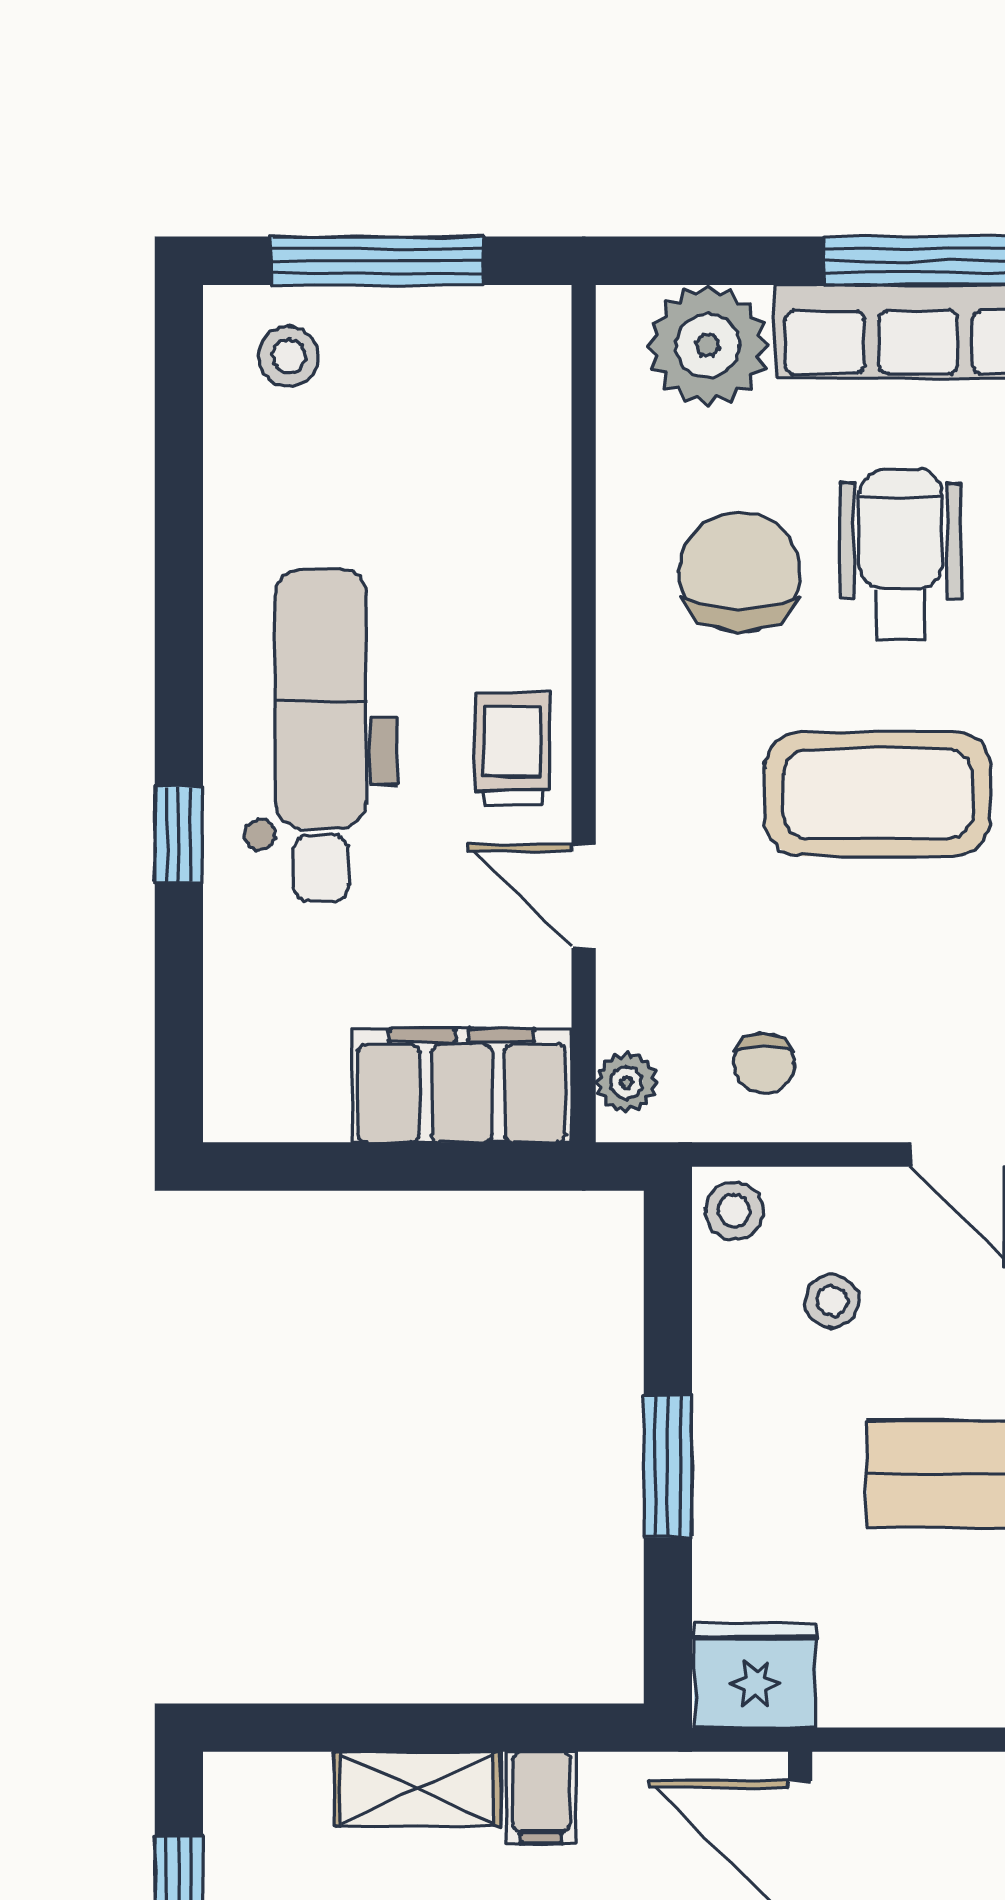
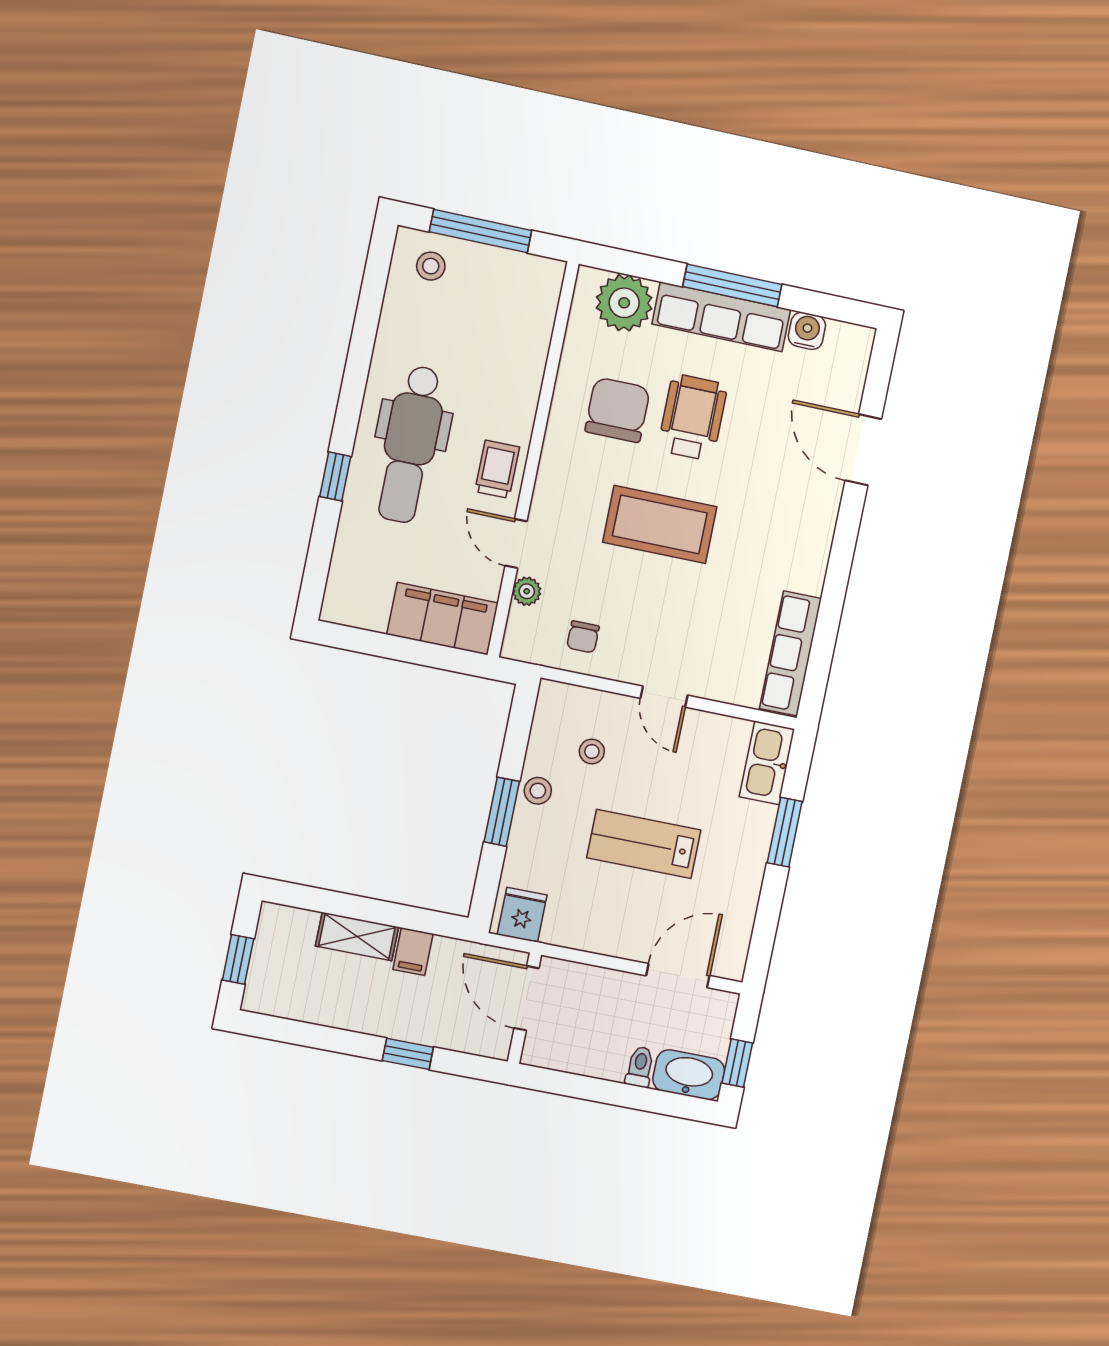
dental chair: (321, 735) -> (410, 444), turned 180
plant: (626, 1083) -> (527, 591), moved
stool: (734, 1211) -> (538, 791), moved
fridge: (755, 1675) -> (522, 915), width x0.72

